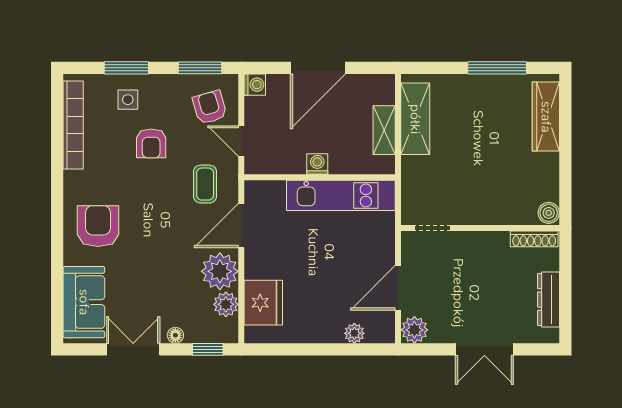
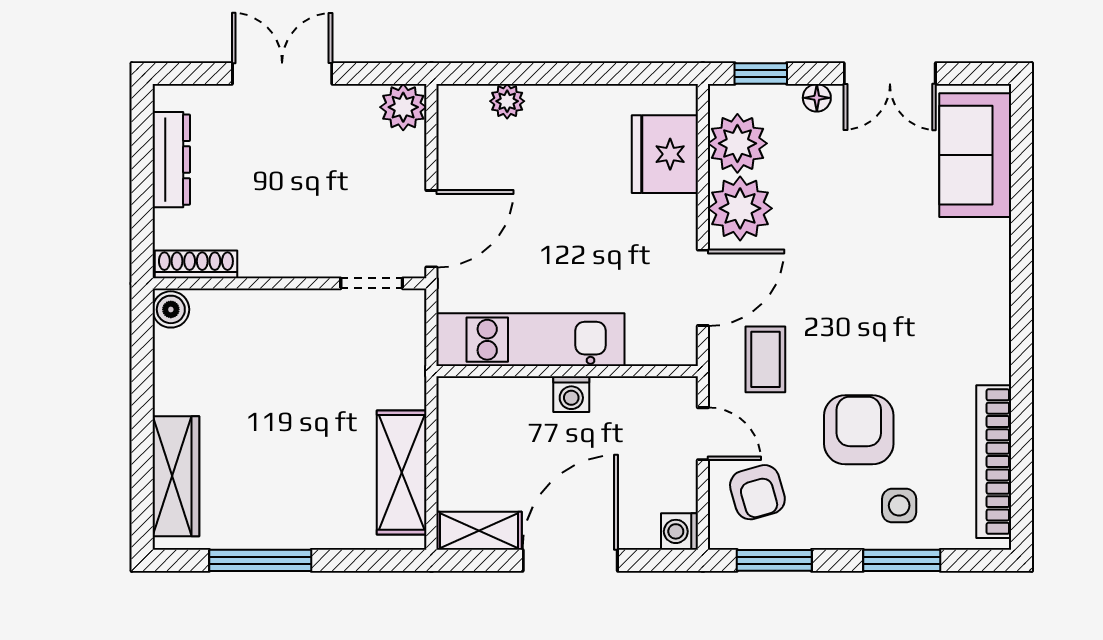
shelving: (384, 130) -> (479, 531), moved, turned 90
armchair: (151, 143) -> (859, 430), width x1.38, depth x1.38
armchair: (98, 226) -> (951, 287), removed
door: (398, 288) -> (431, 229), moved
plant: (226, 304) -> (737, 143), width x1.36, depth x1.36

